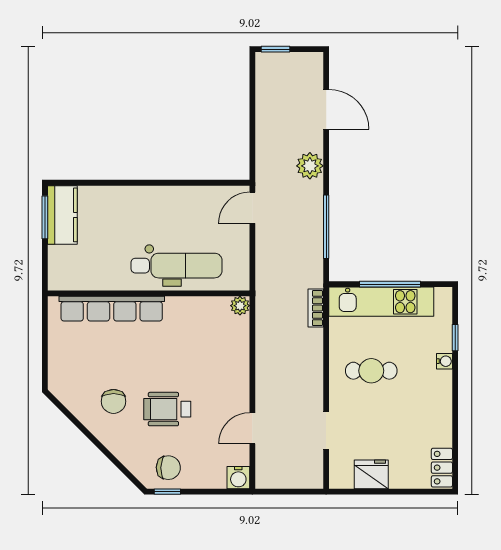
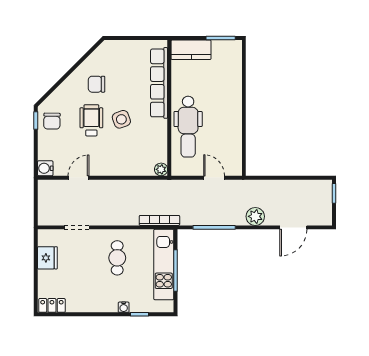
door: (252, 208) -> (214, 178), moved
kitchen counter: (62, 215) -> (191, 50), moved
bookcase: (316, 308) -> (159, 220), width x1.56
side table: (166, 365) -> (121, 119), added
door: (252, 428) -> (78, 178), hinge flipped

